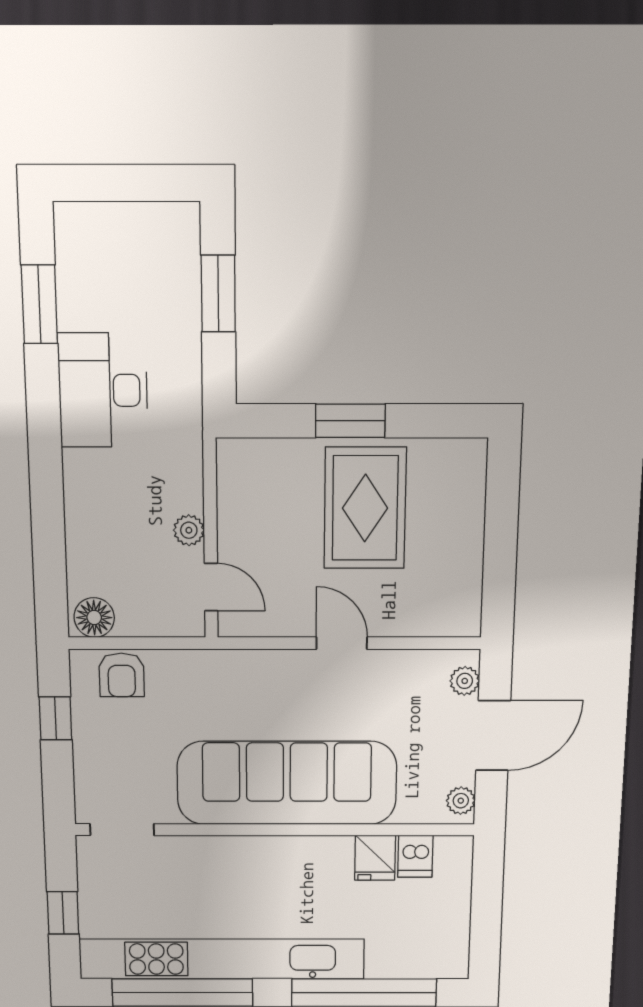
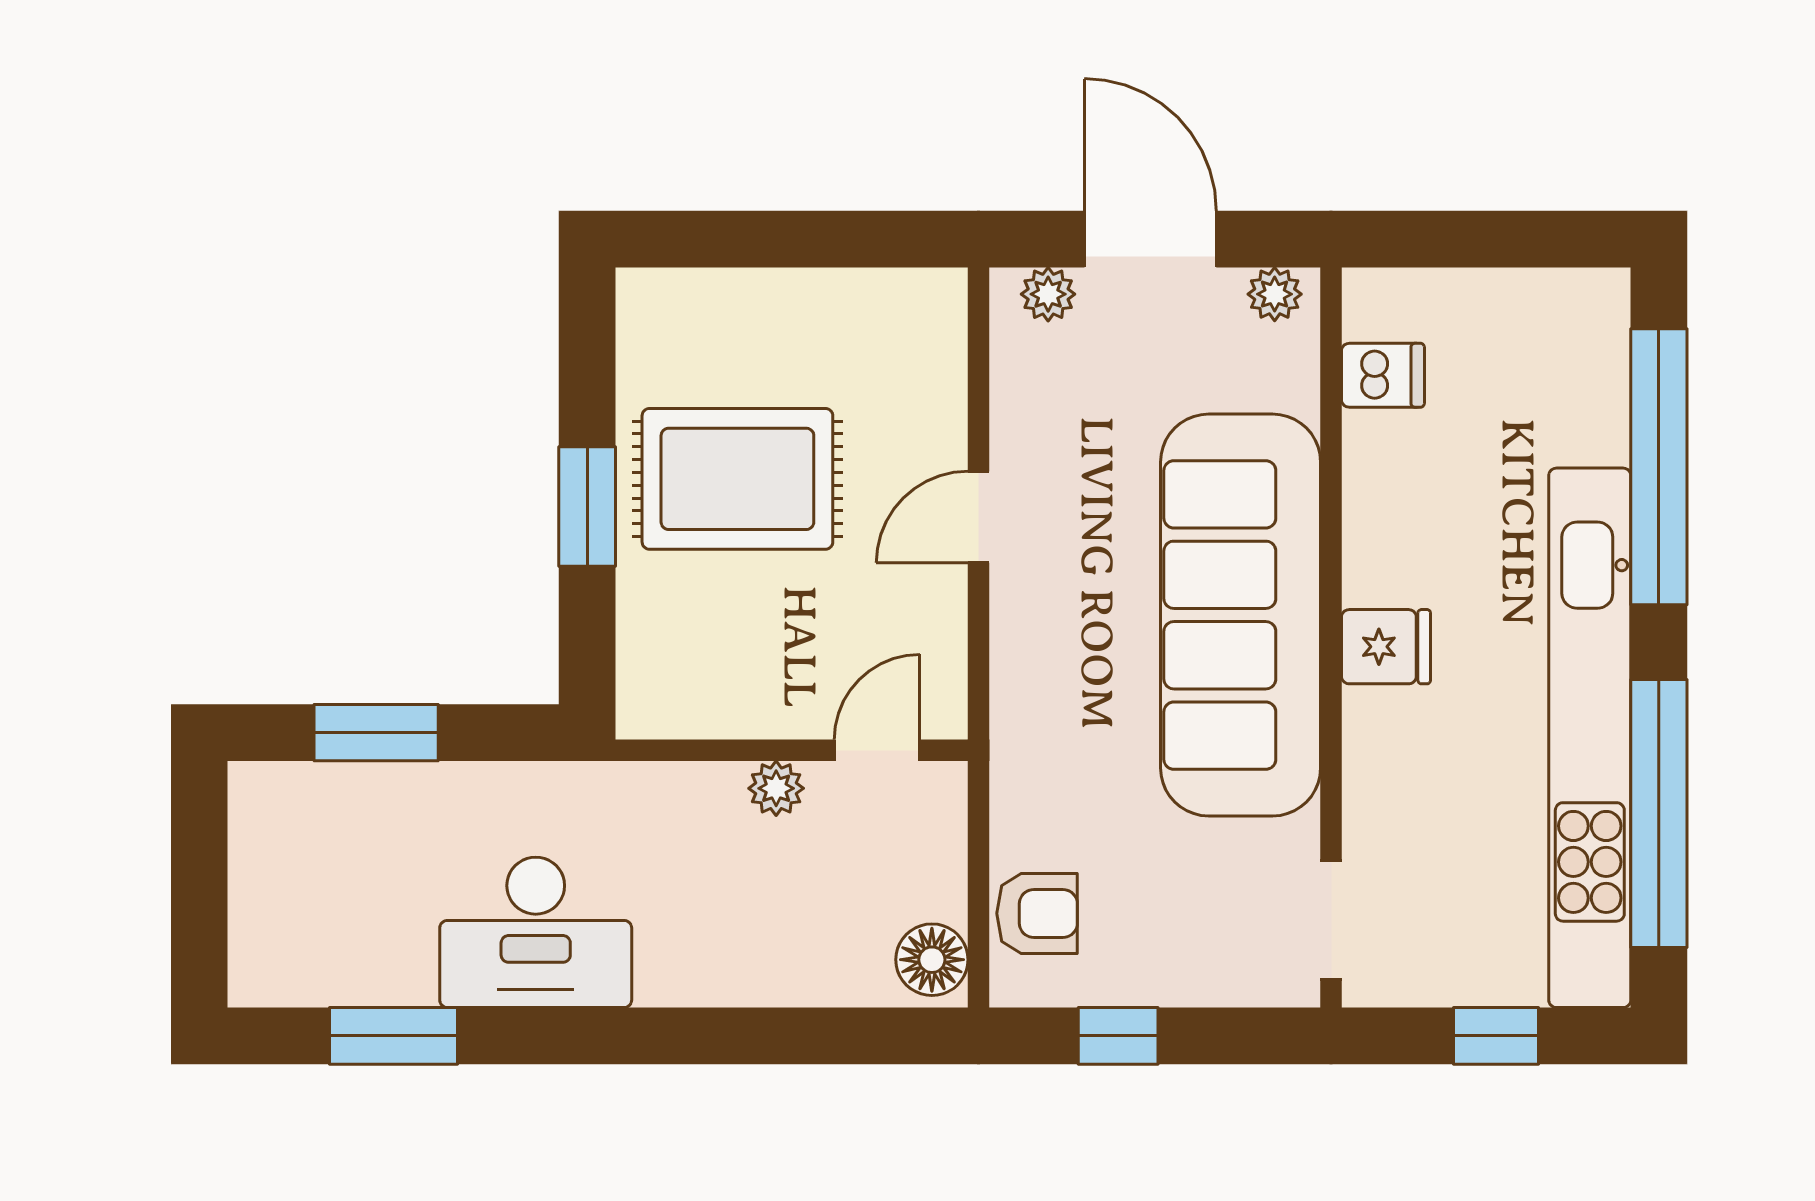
fridge: (375, 858) -> (1386, 647), moved

